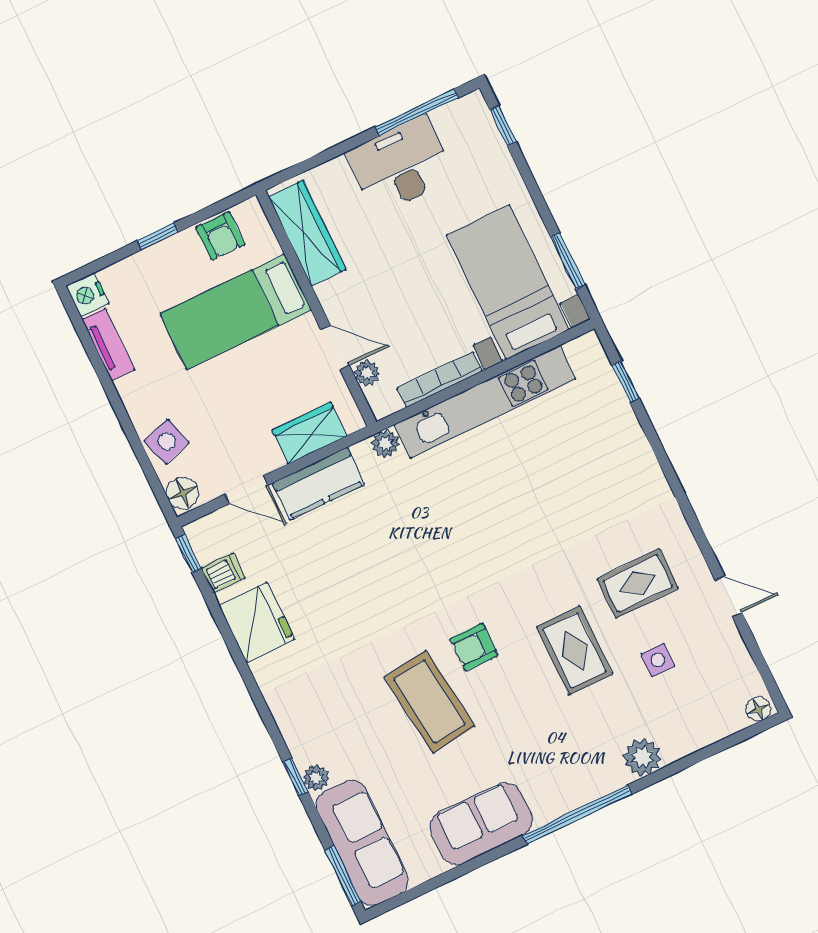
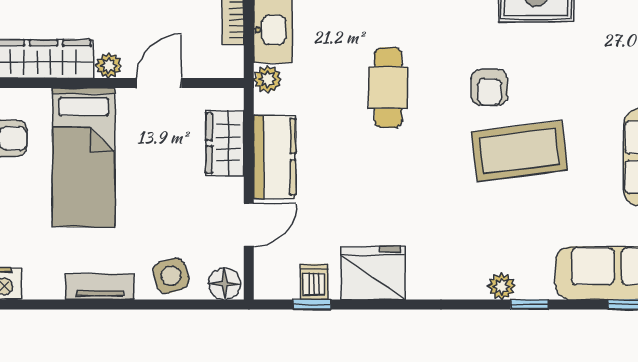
tv unit: (108, 345) -> (100, 287), moved
plant: (367, 373) -> (109, 65), moved
window: (188, 554) -> (312, 305), moved
cafe table: (430, 556) -> (388, 88), added
plant: (316, 778) -> (502, 286), moved

